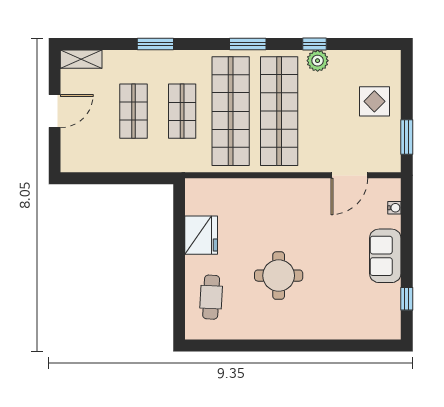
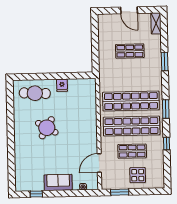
plant: (318, 61) -> (158, 145), removed
shop shelf: (182, 111) -> (132, 151), moved
door: (349, 175) -> (99, 163), hinge flipped
fridge: (201, 235) -> (62, 85), width x0.53, depth x0.75
round table: (279, 276) -> (47, 128), turned 30
cafe table: (211, 297) -> (35, 93), width x1.37, depth x1.35

